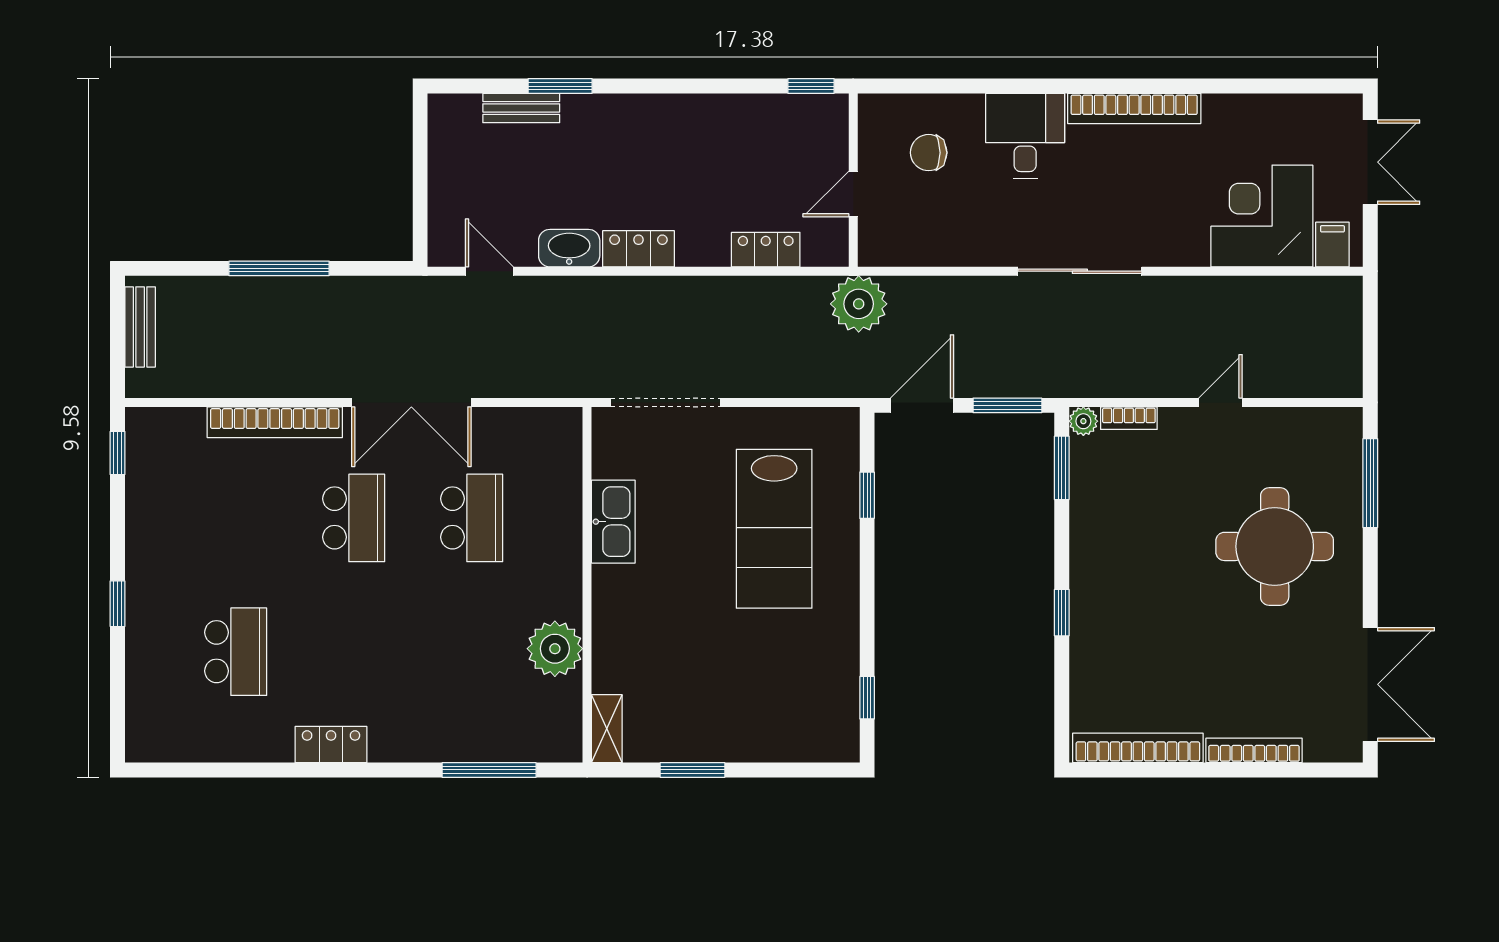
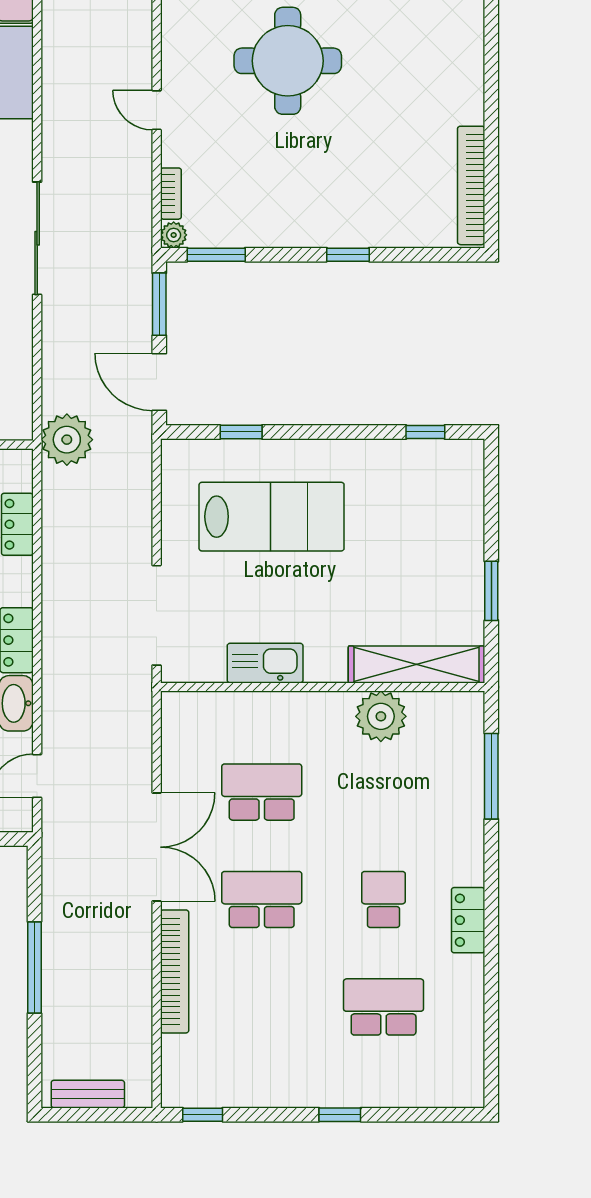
school desk: (354, 652) -> (384, 899), added
shelving: (607, 729) -> (416, 664), width x2.20, depth x1.33
bookcase: (1254, 750) -> (473, 80), removed

